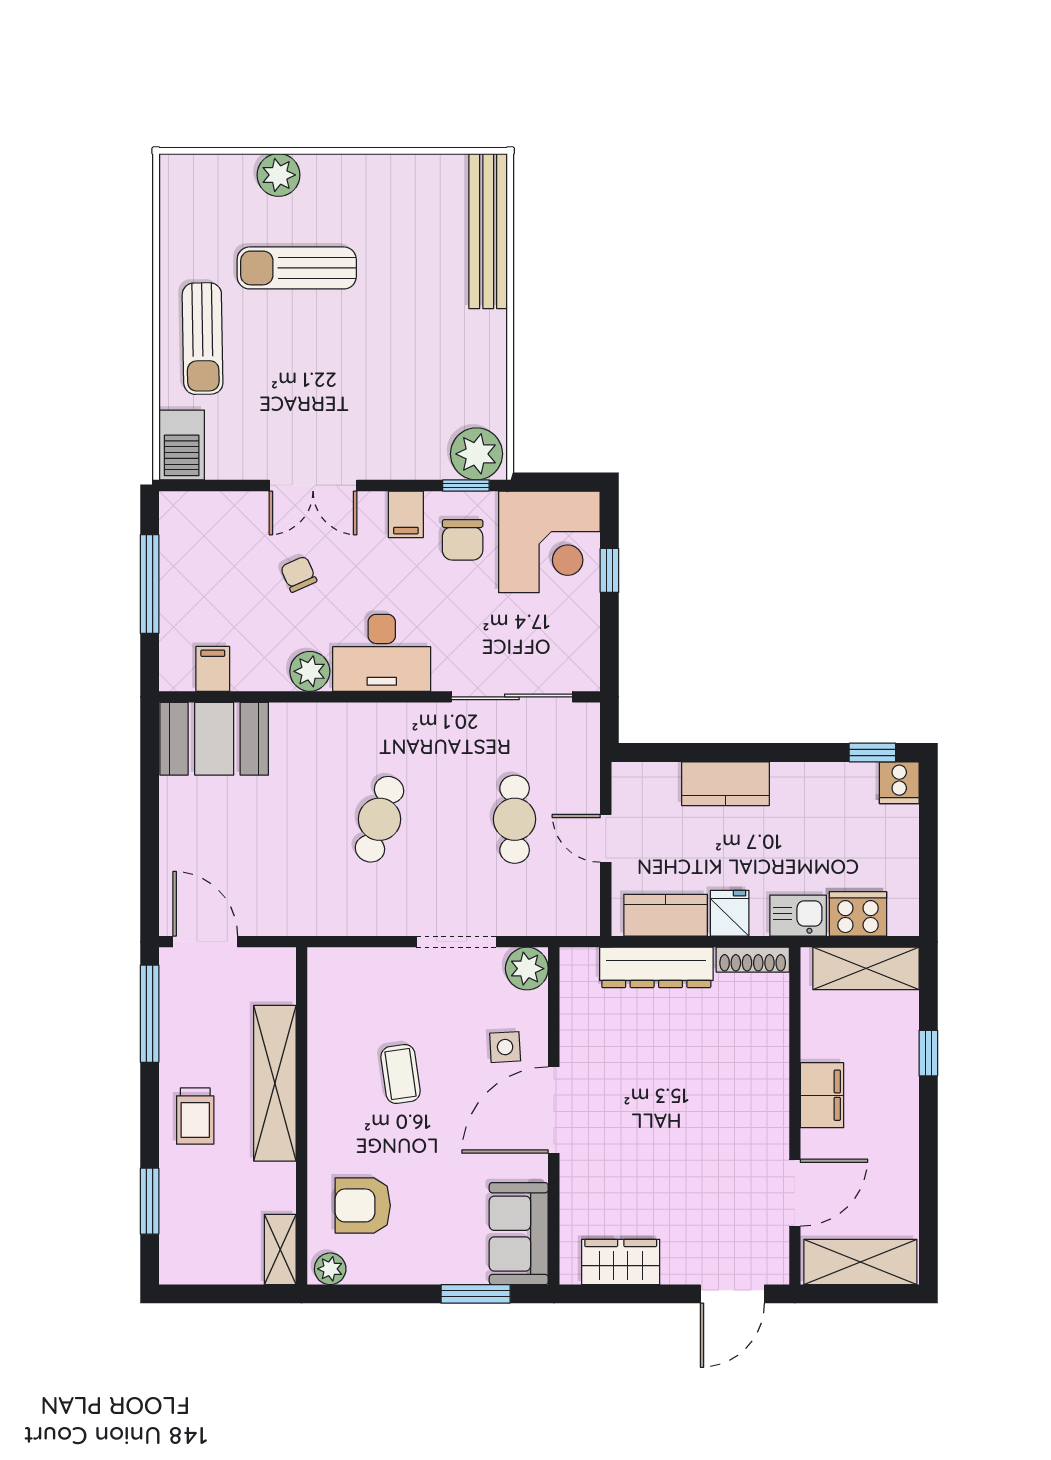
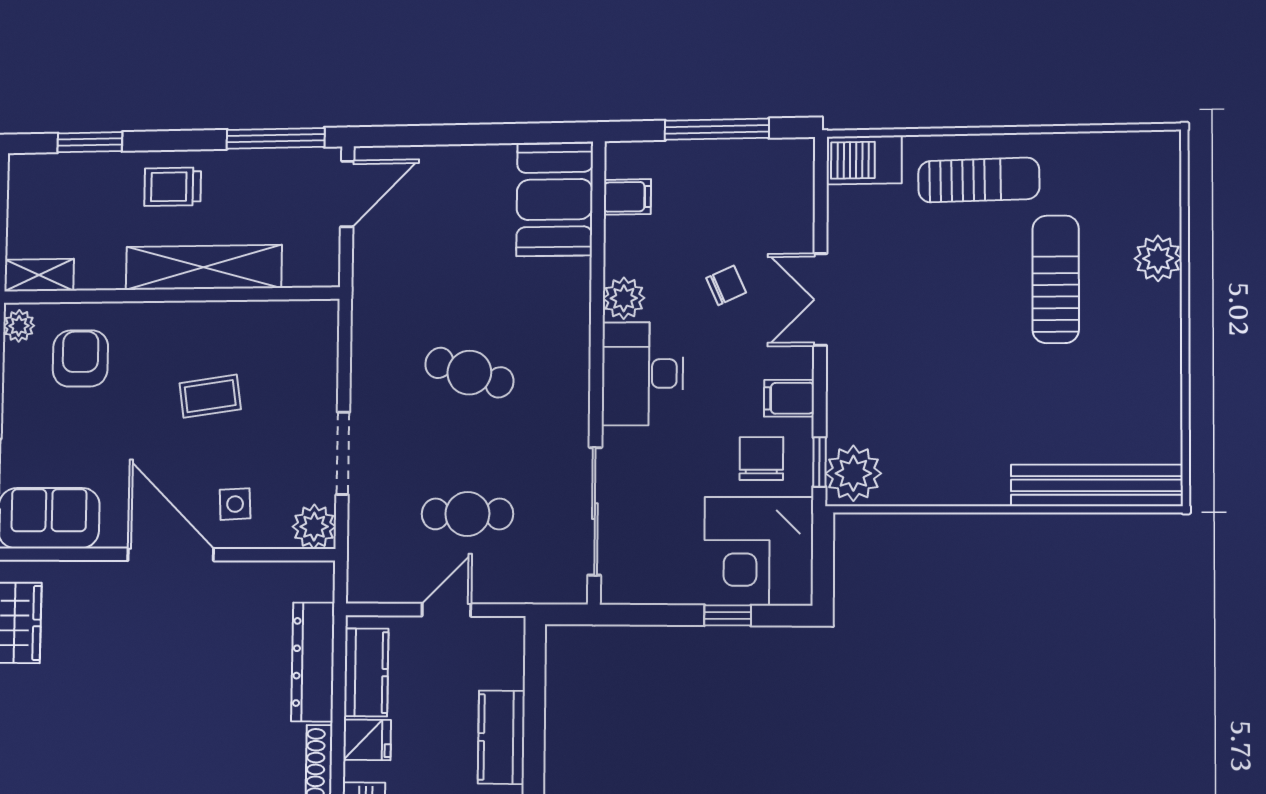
sun lounger: (203, 339) -> (979, 180), turned 180
chair: (463, 540) -> (761, 459), turned 90

